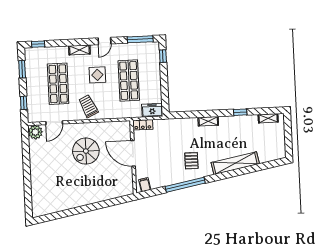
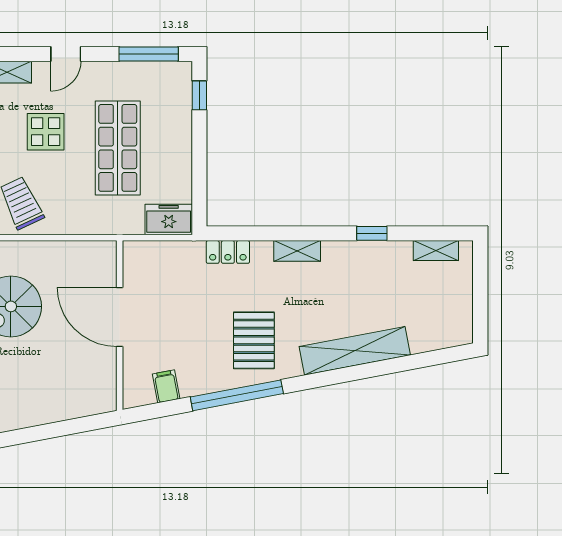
locker: (143, 125) -> (228, 252), moved
pallet: (191, 161) -> (254, 340), width x1.50, depth x1.42
filing cabinet: (145, 185) -> (166, 386), moved

